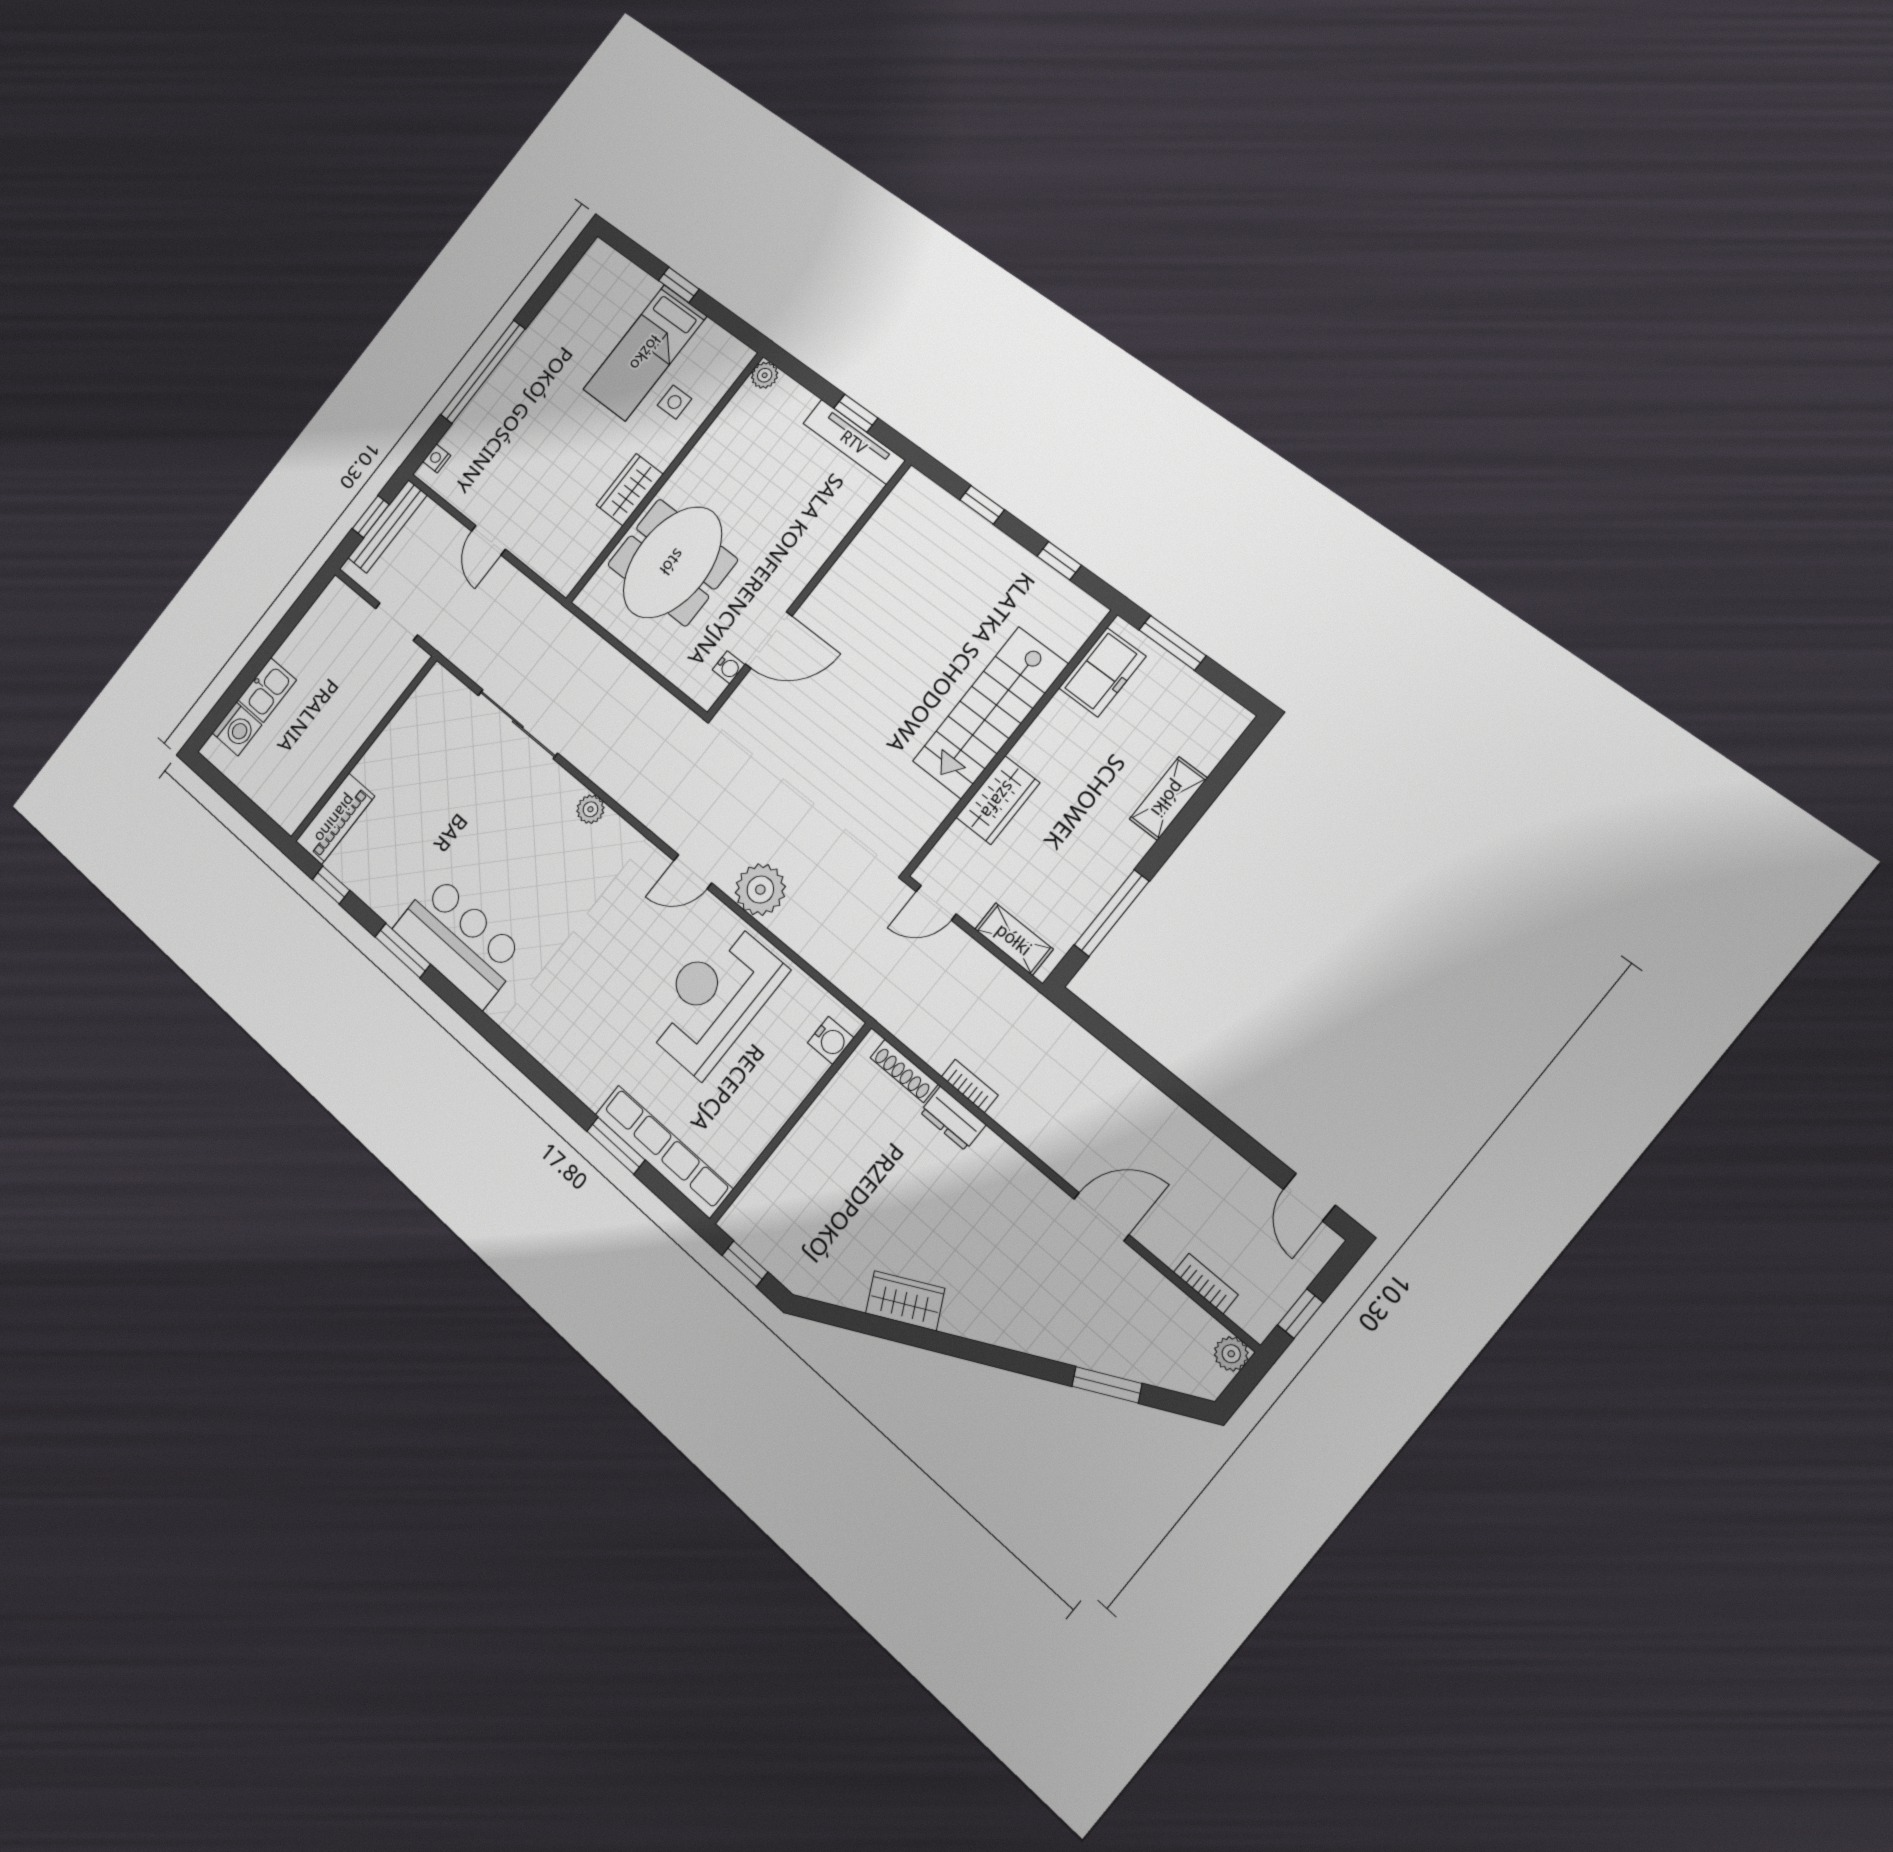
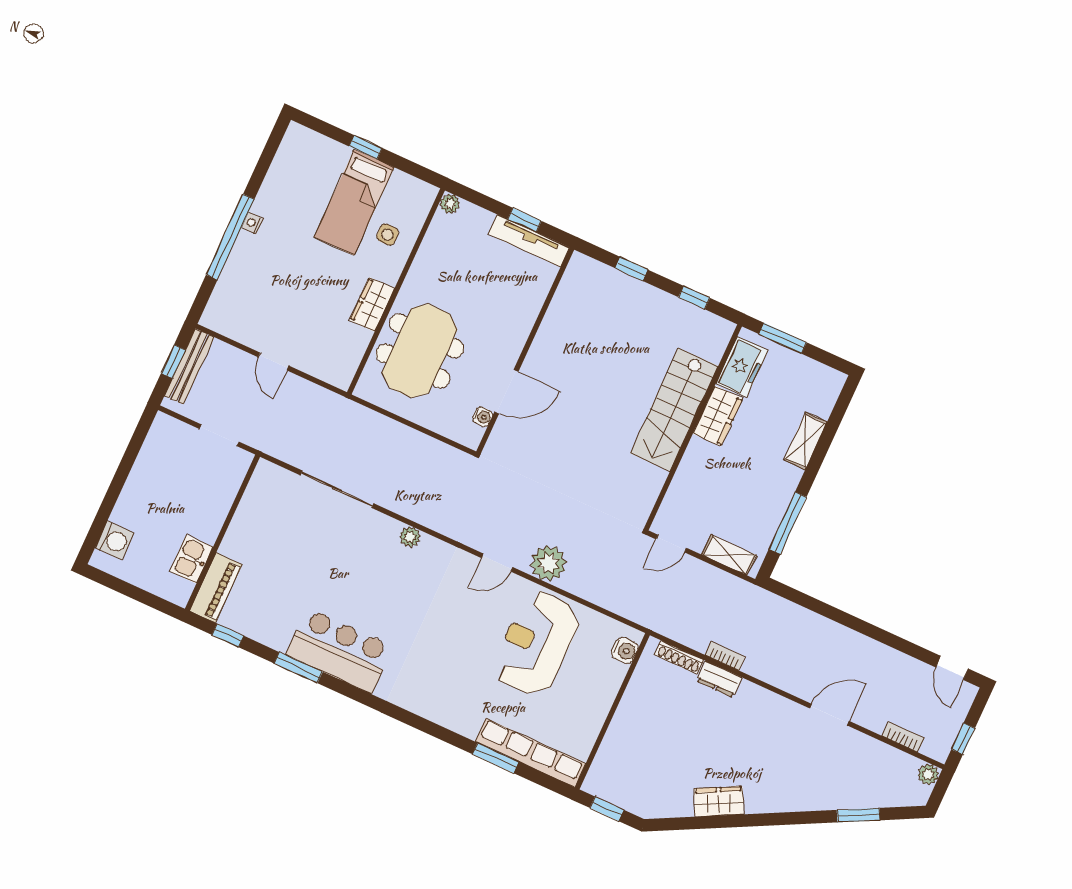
nightstand: (437, 458) -> (252, 223), moved
kitchen sink: (267, 690) -> (191, 559), moved, turned 180
wardrobe: (998, 800) -> (718, 416), moved

